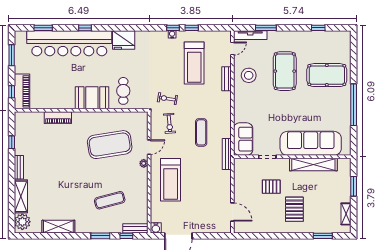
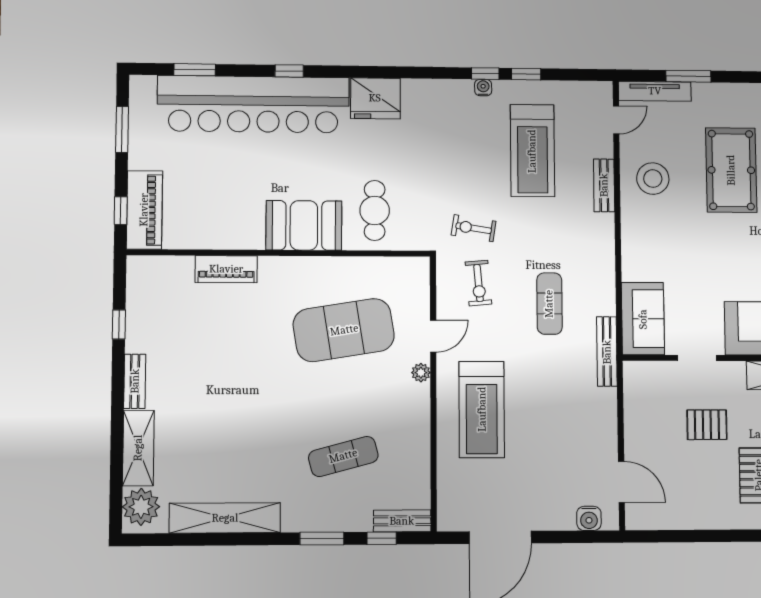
shelving: (58, 227) -> (225, 518), width x1.47
water cooler: (156, 228) -> (589, 518), moved

